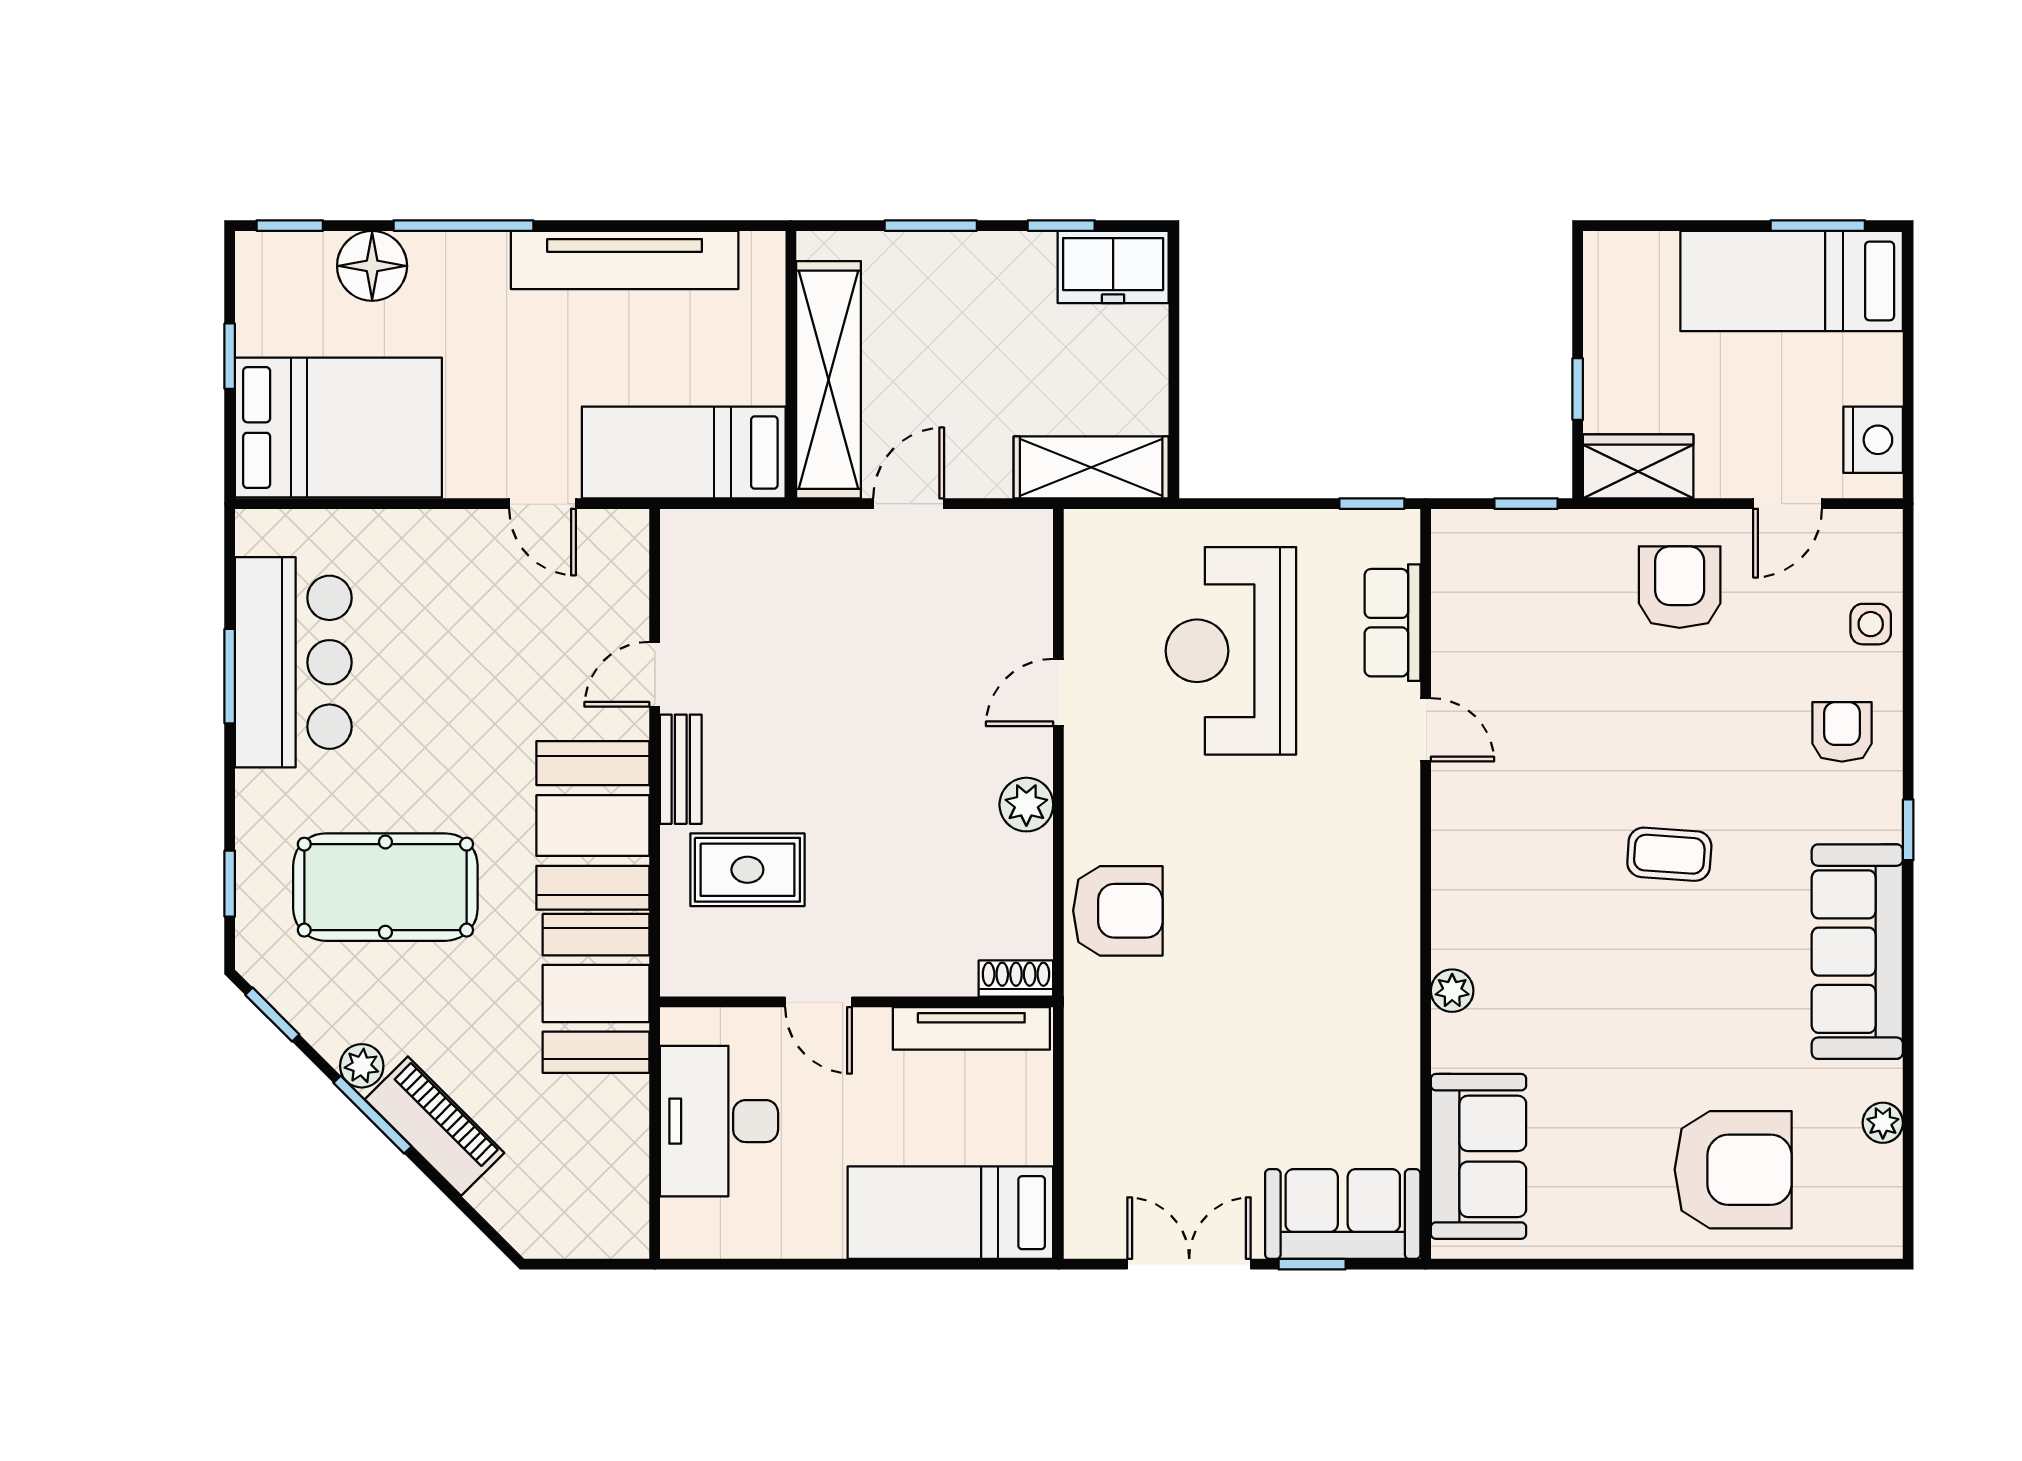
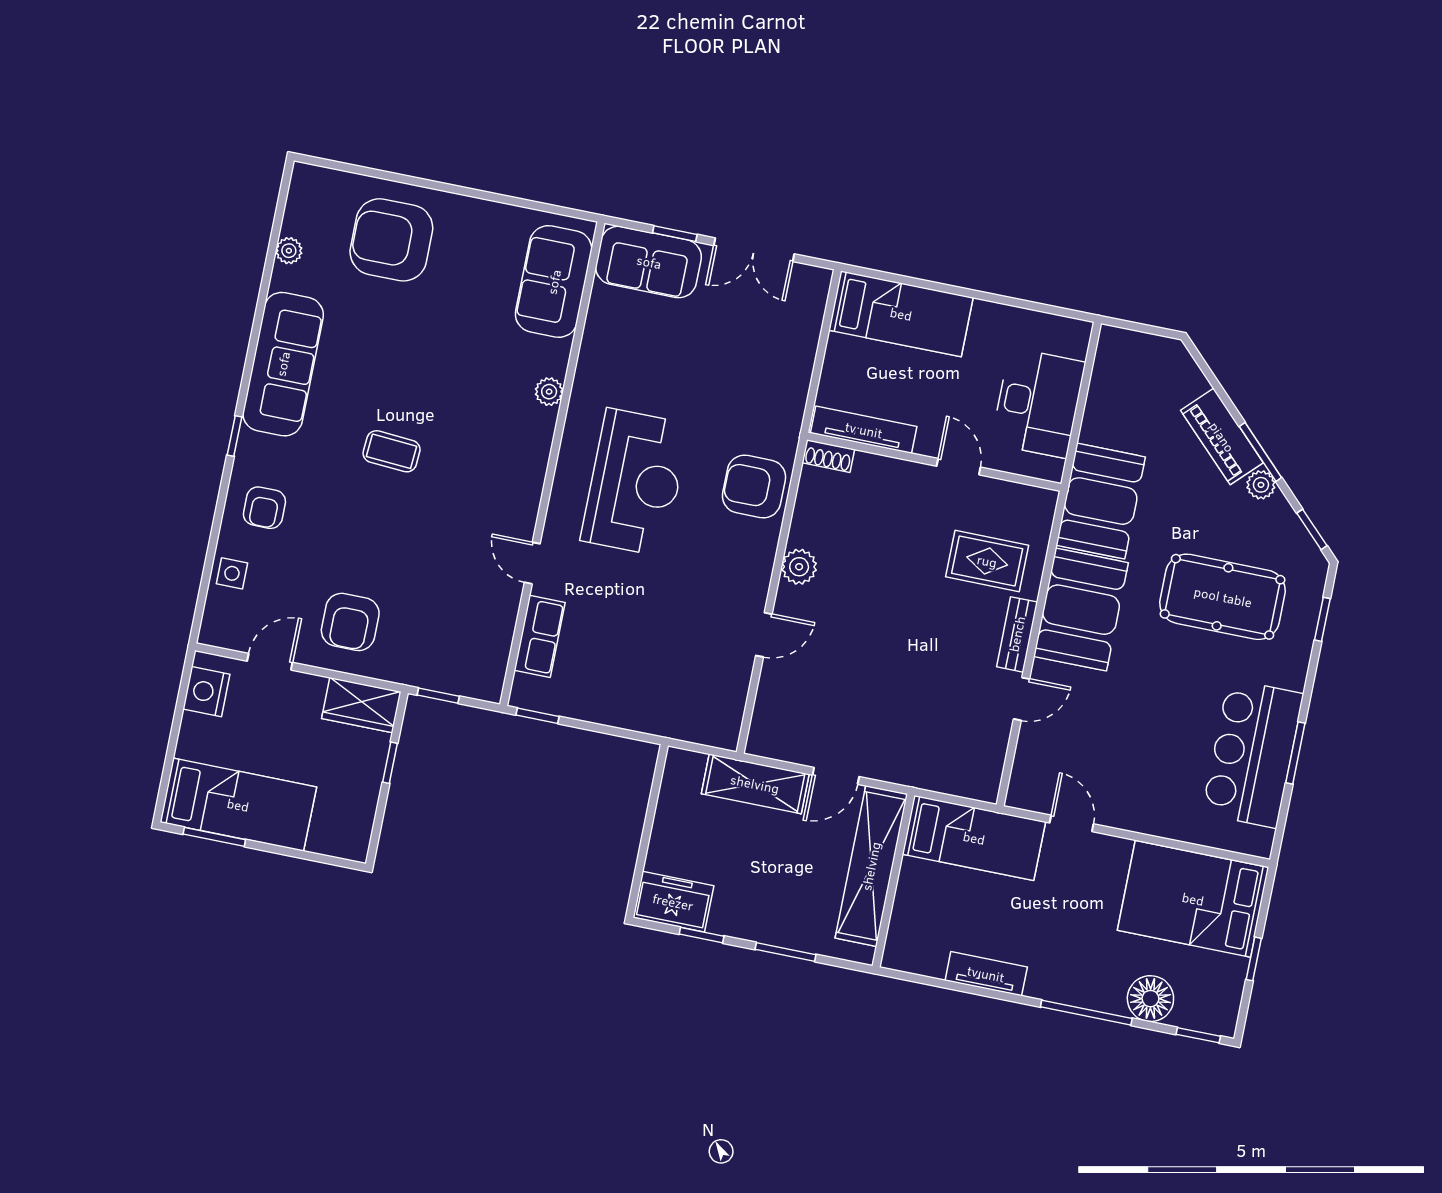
tv unit: (625, 260) -> (986, 974), width x0.52, depth x0.78
shelving: (1091, 467) -> (755, 784), moved
reception desk: (1231, 651) -> (635, 482), moved

